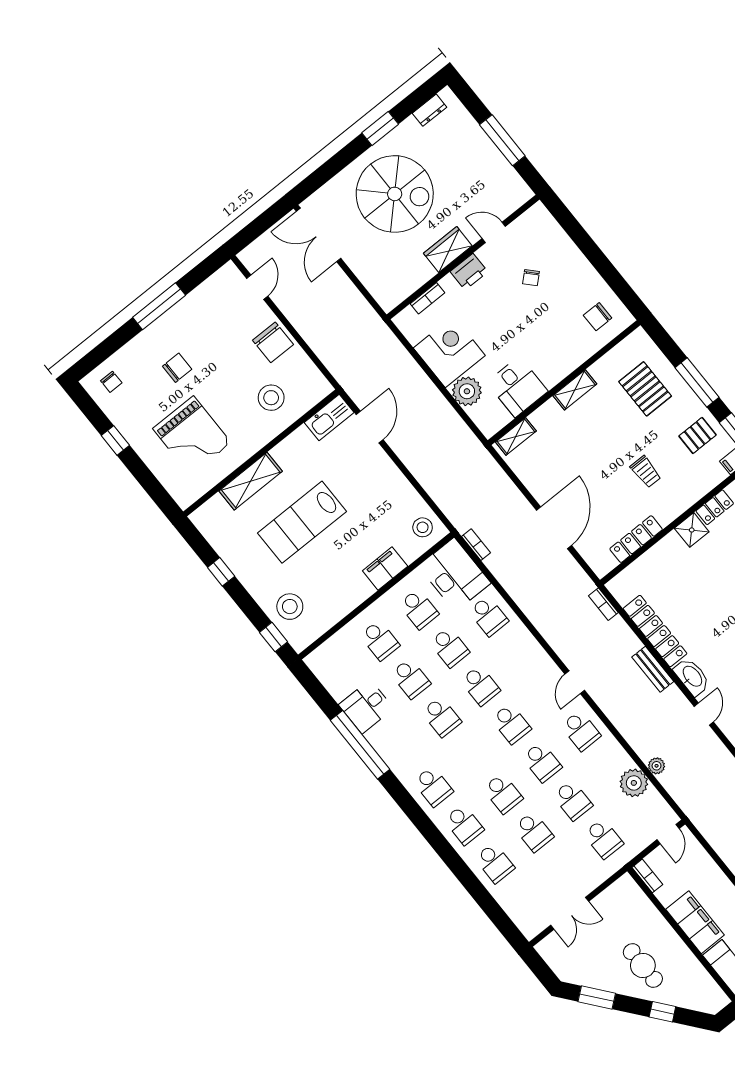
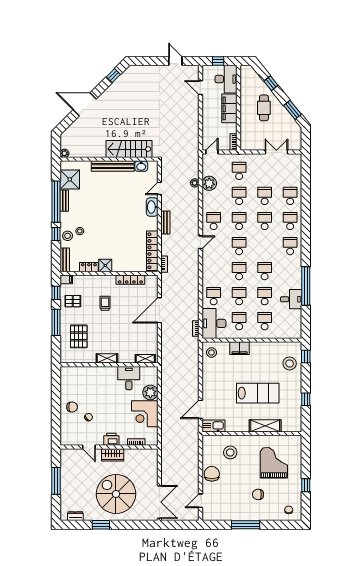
chair: (598, 317) -> (72, 407), moved
locker: (655, 631) -> (152, 251), moved

